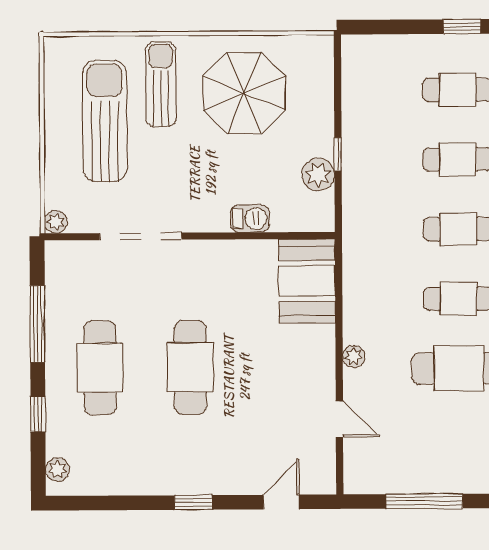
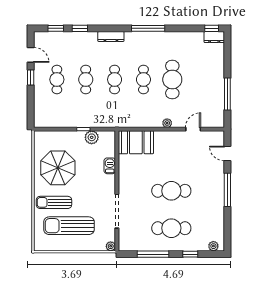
window: (193, 502) -> (227, 190), width x2.17

